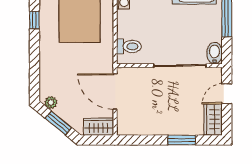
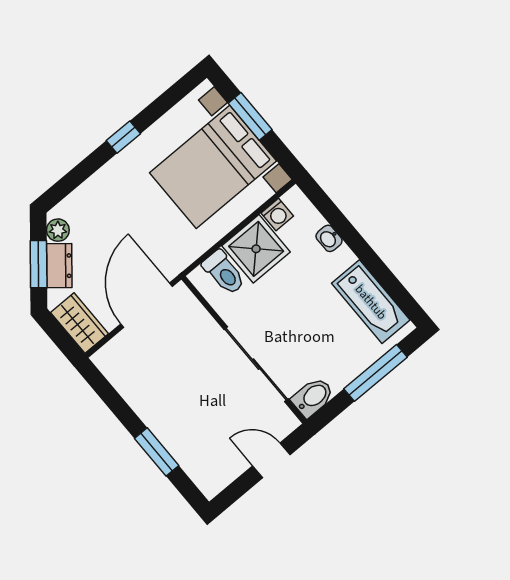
window: (34, 20) -> (123, 137), moved
shower: (130, 24) -> (256, 249), added
dresser: (67, 115) -> (59, 266), added
wardrobe: (213, 119) -> (220, 471), removed

